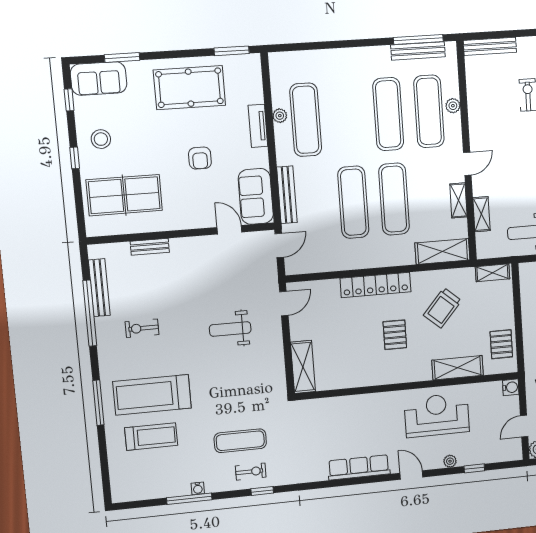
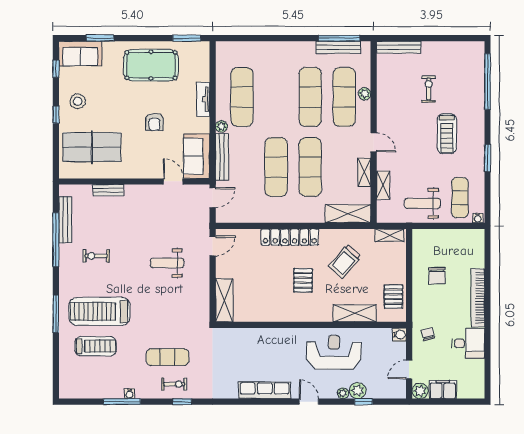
plant: (280, 116) -> (221, 126), moved
door: (467, 164) -> (374, 142), hinge flipped
plant: (467, 456) -> (358, 391), added

